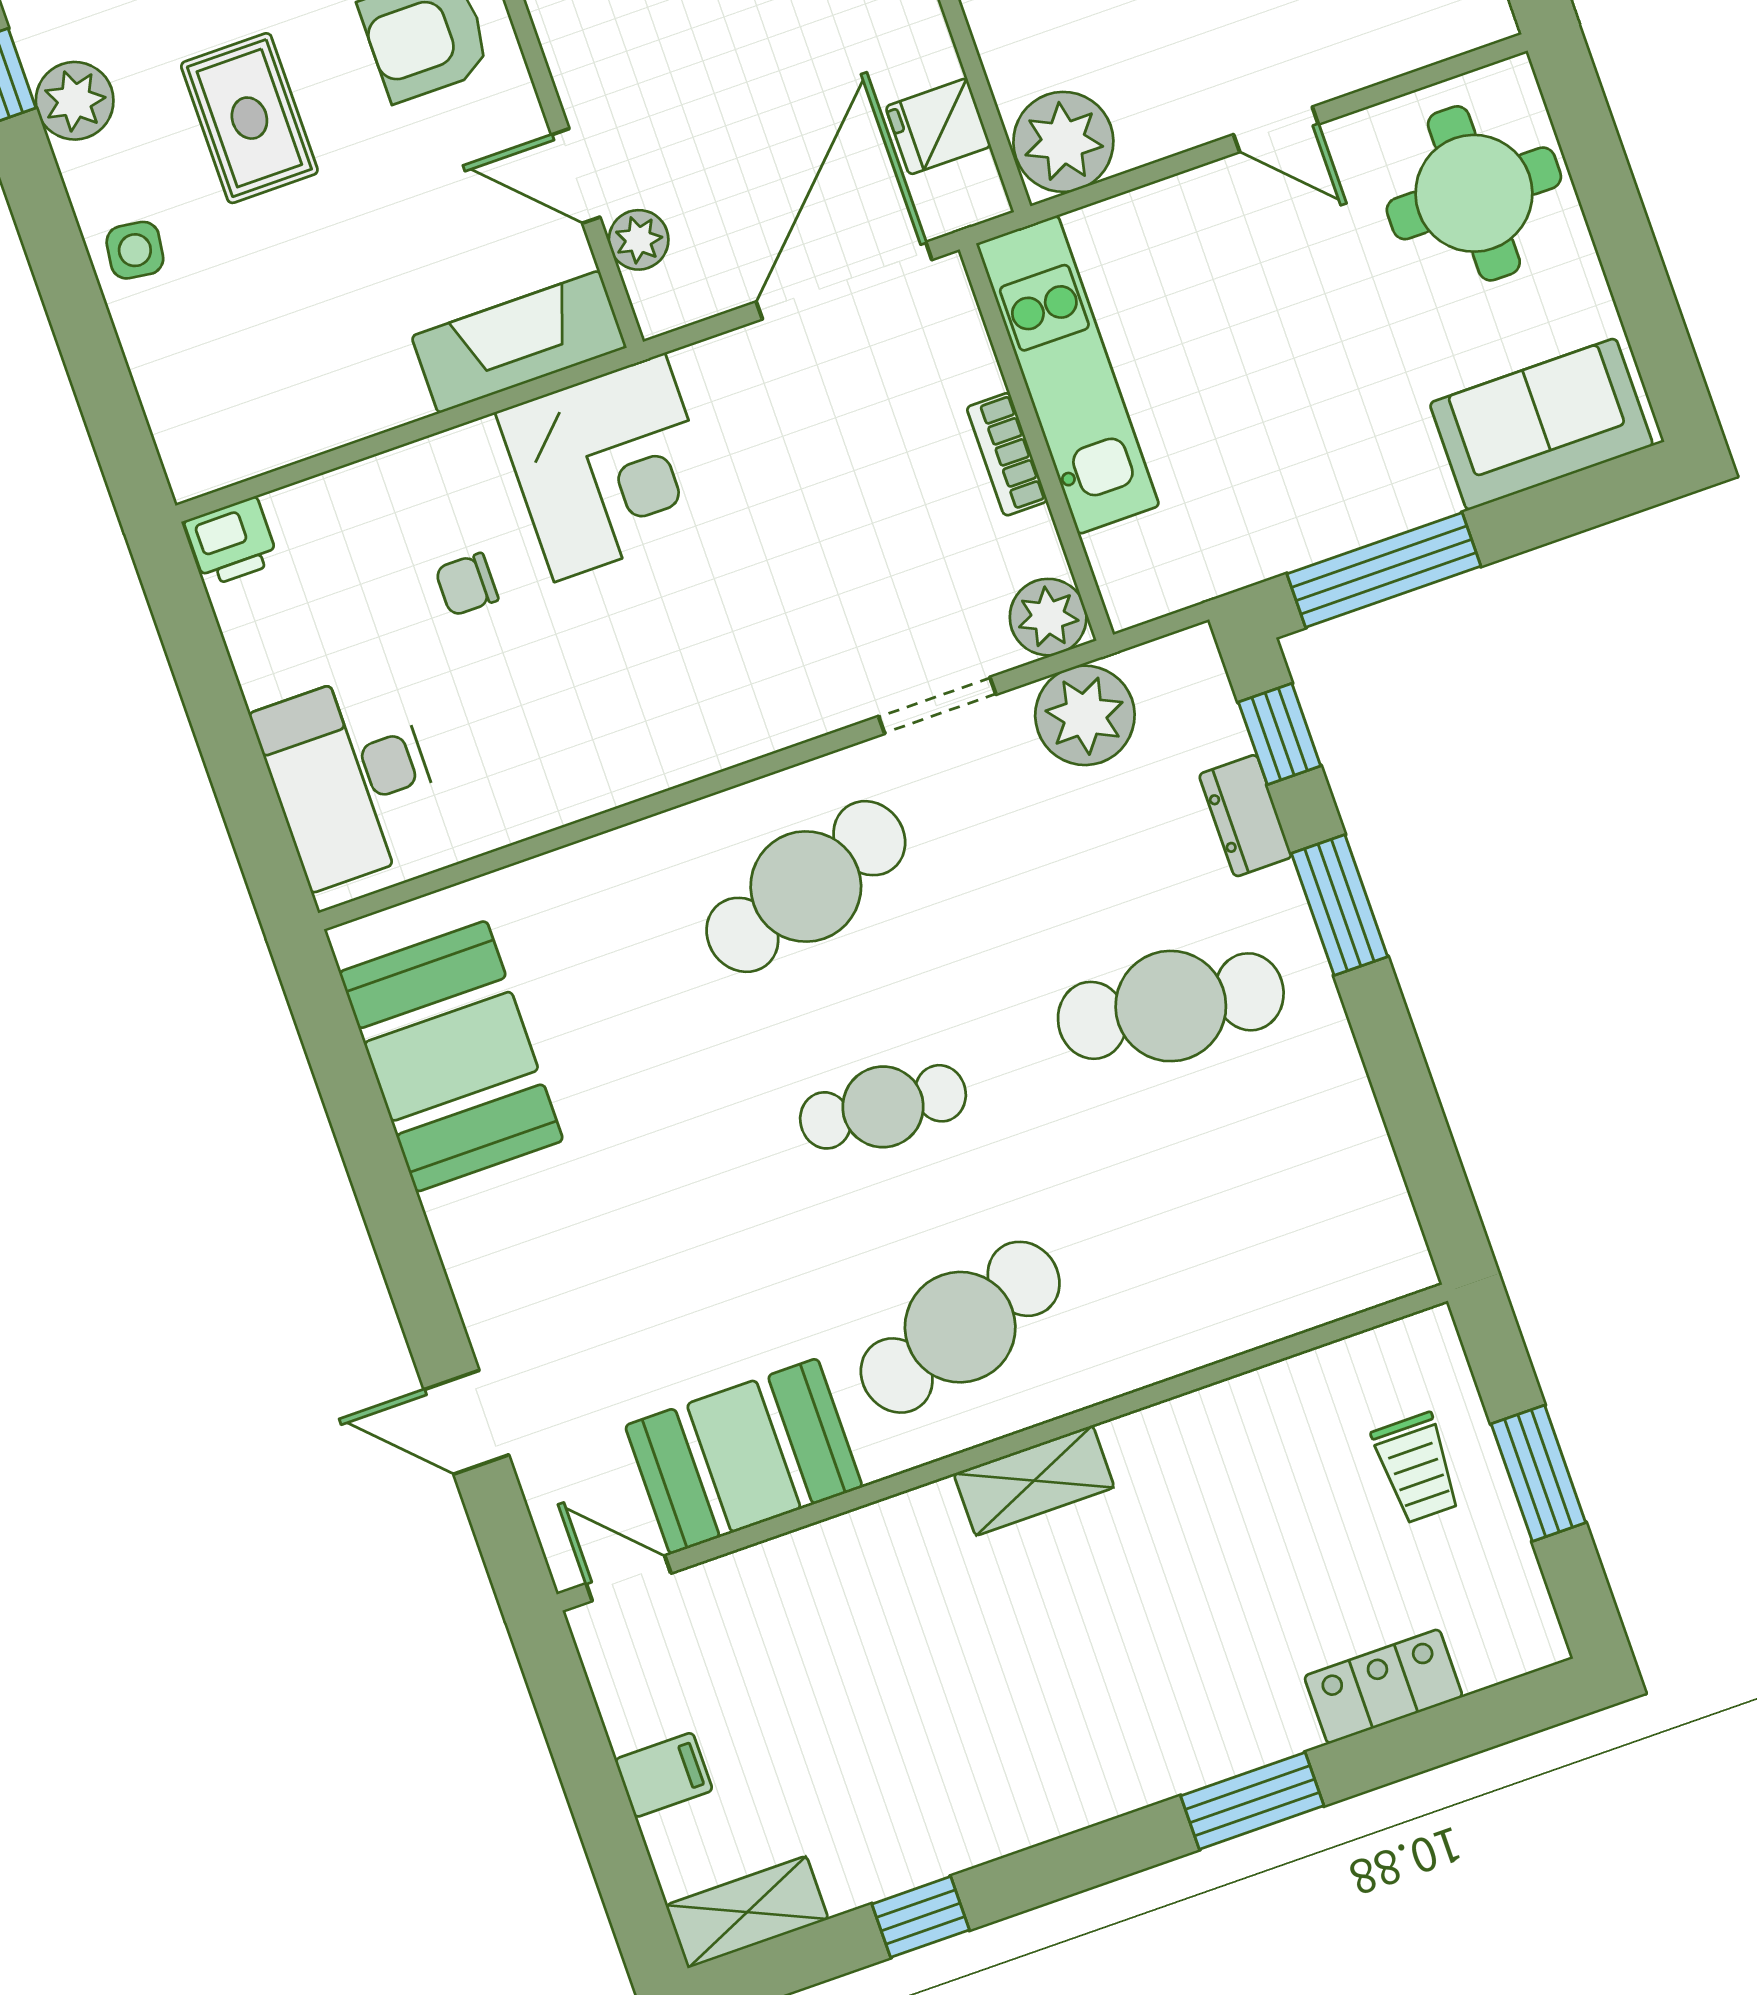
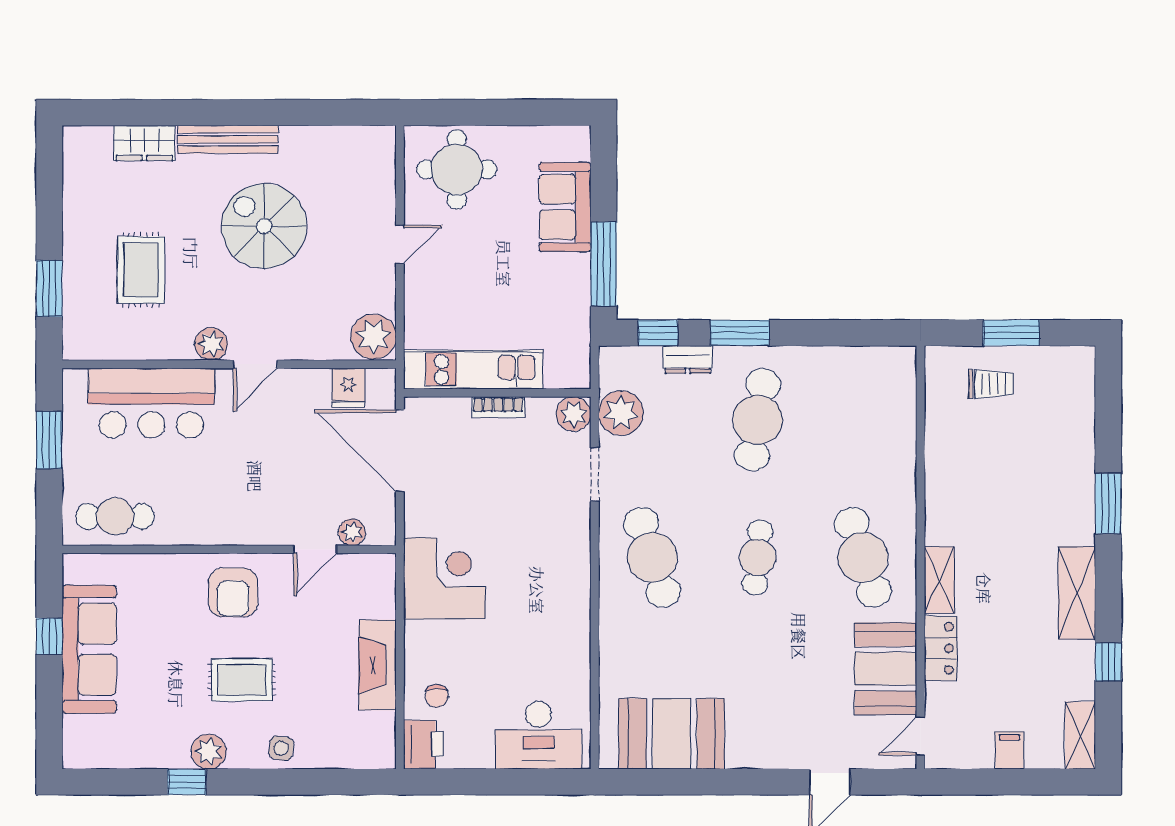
fireplace: (519, 342) -> (378, 665), moved
sofa: (1541, 424) -> (565, 207), moved
printer: (231, 542) -> (424, 744), width x1.36, depth x1.24
chair: (467, 584) -> (437, 696), moved
shelving: (1034, 1481) -> (939, 580), moved
locker: (1383, 1686) -> (941, 648), moved, turned 180
shelving: (1043, 1801) -> (1077, 593), added

